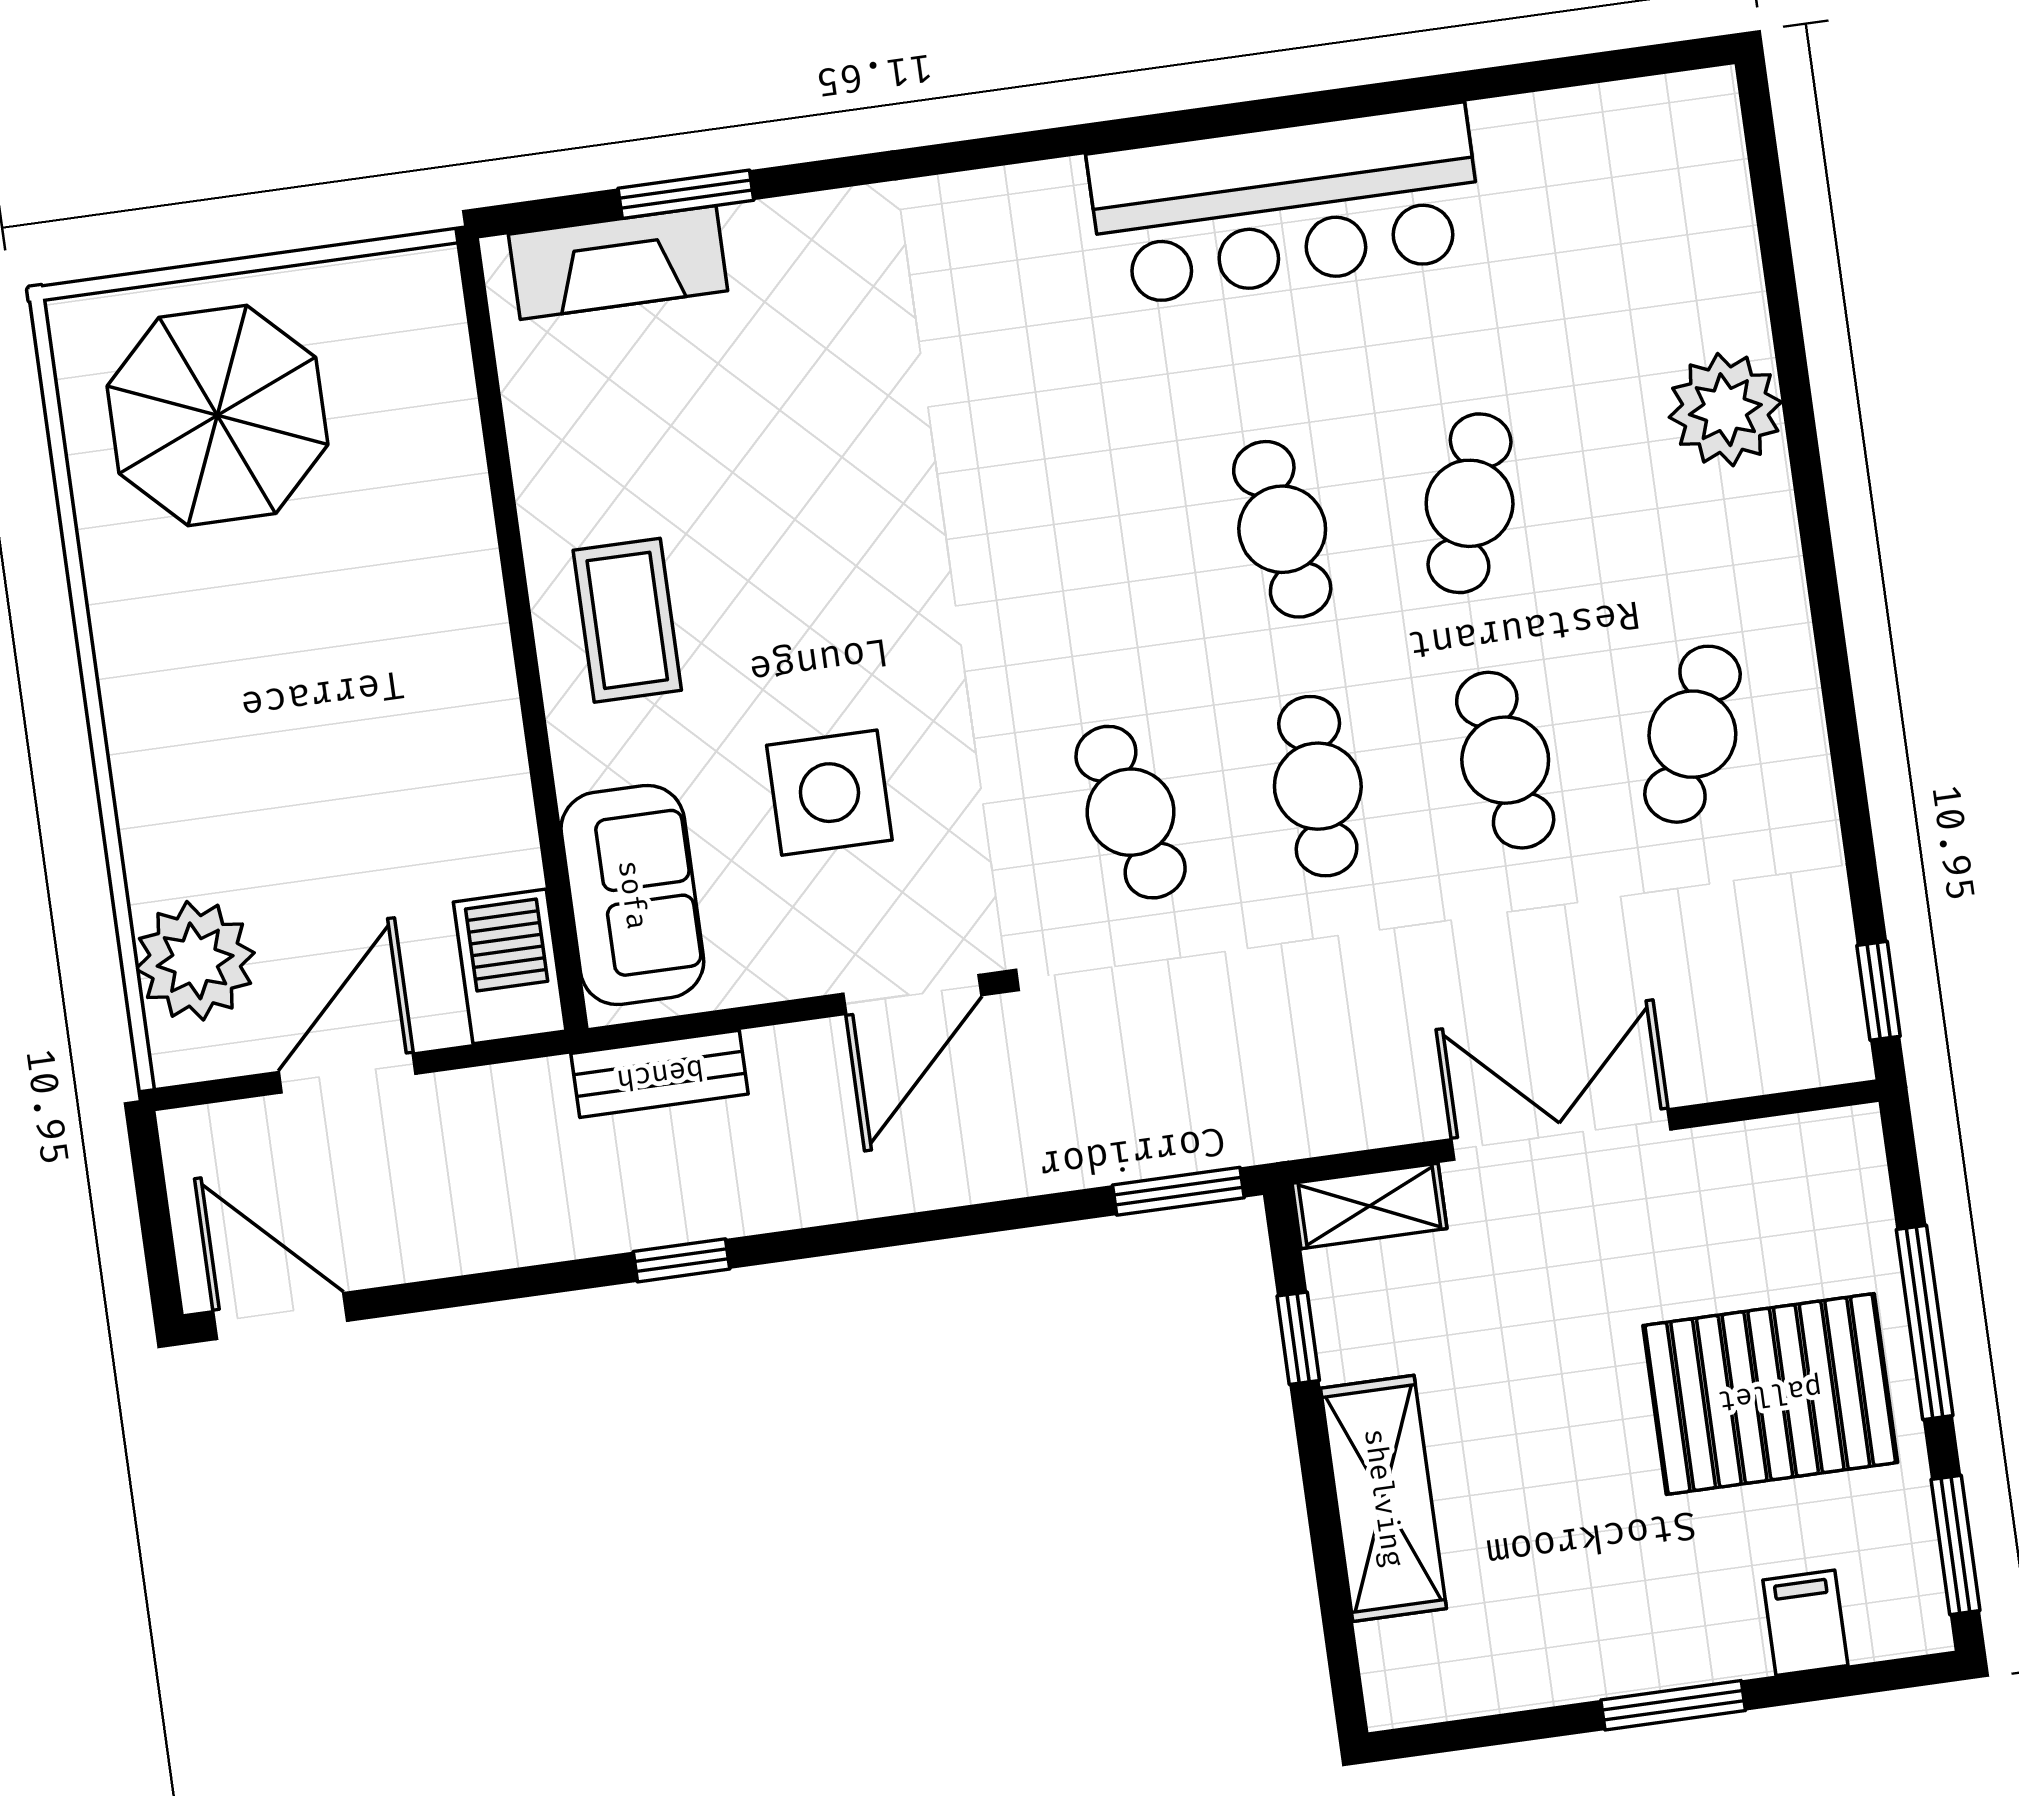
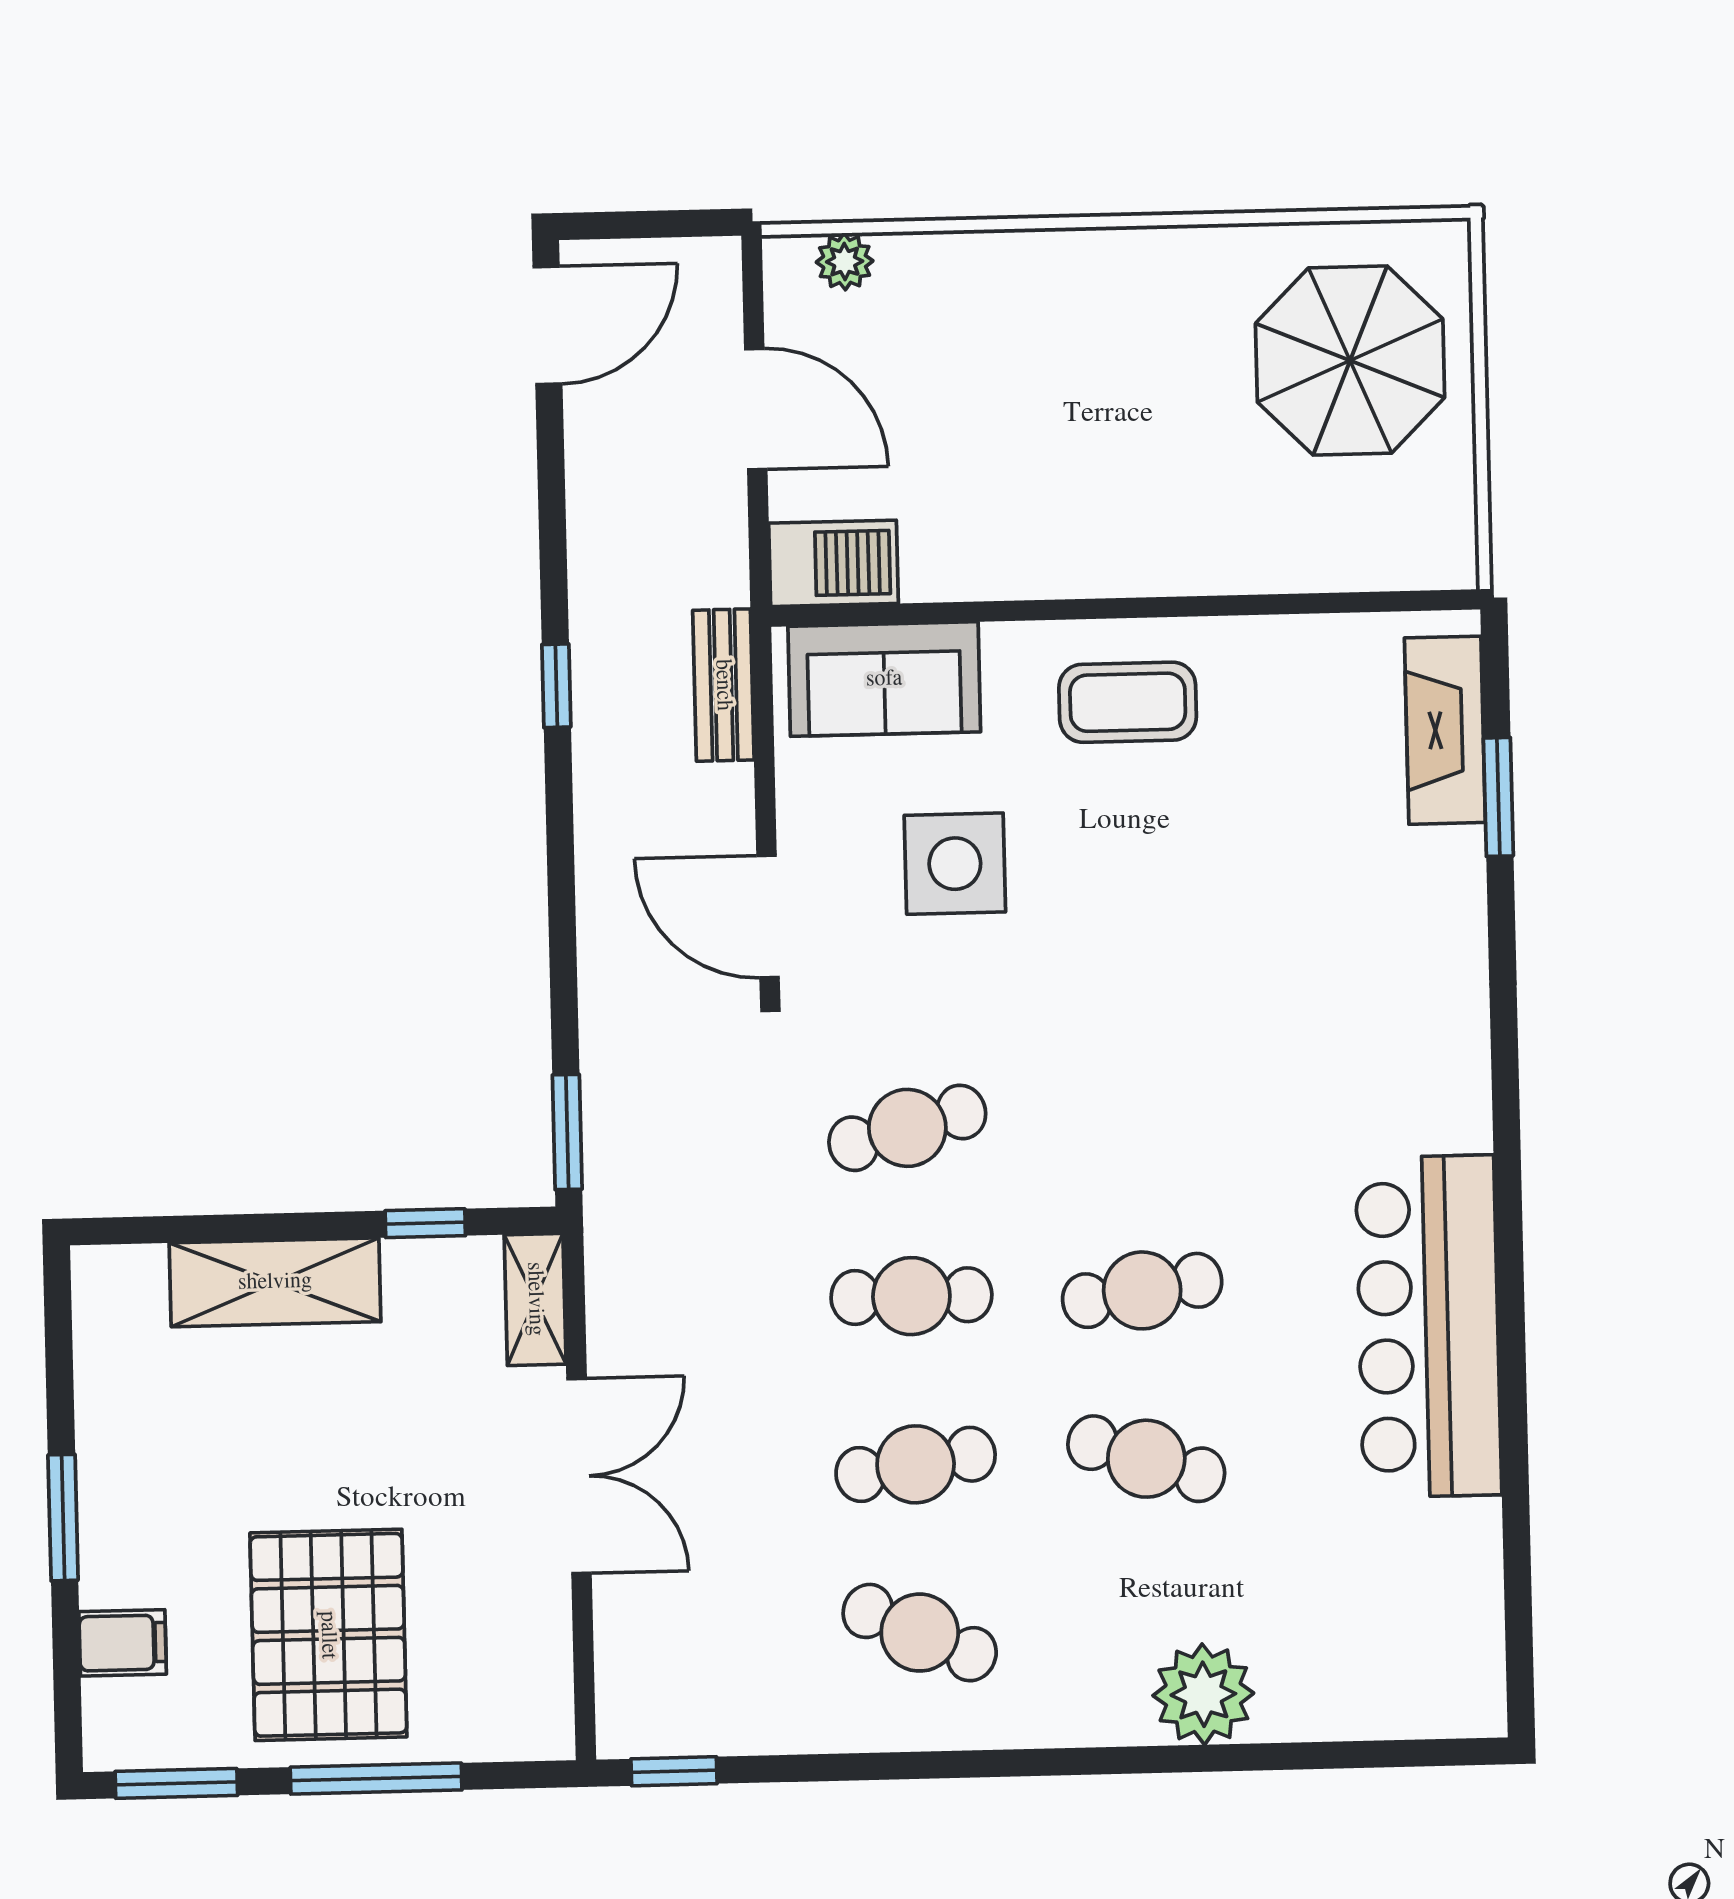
plant: (195, 961) -> (845, 262), width x0.53, depth x0.53

